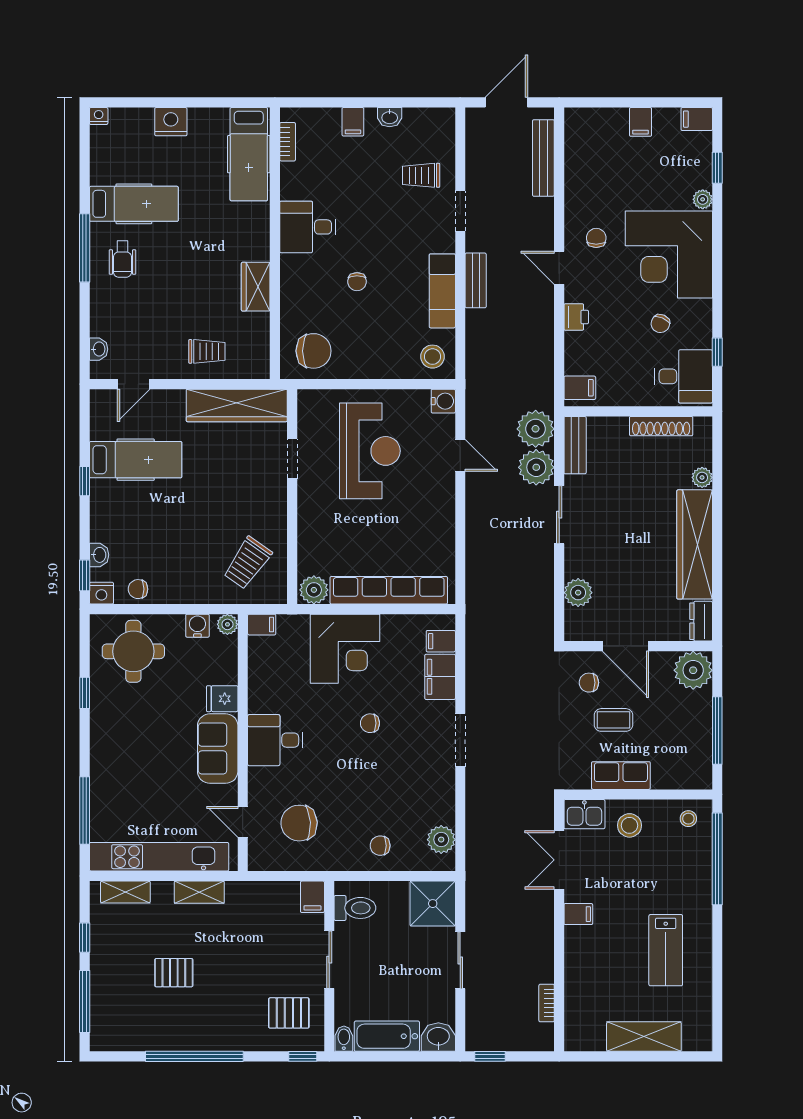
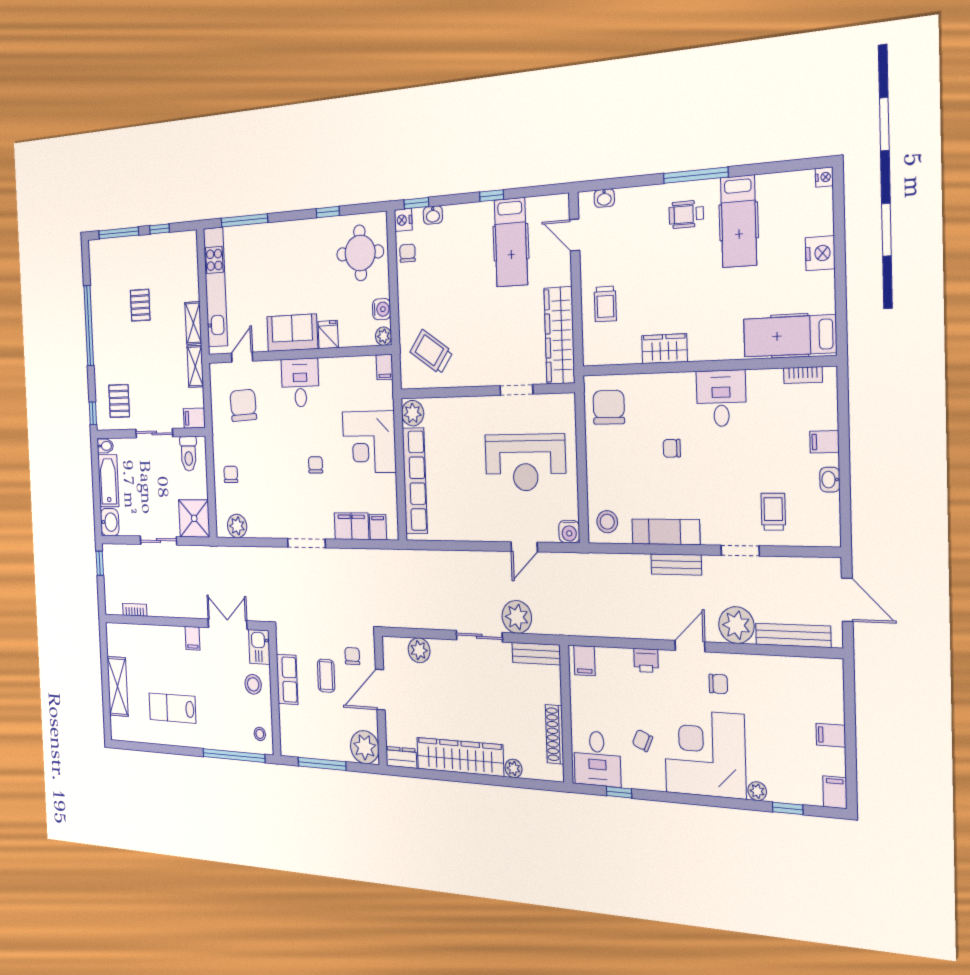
chair: (314, 351) -> (609, 407), turned 180
plant: (536, 429) -> (736, 625), moved
shelving: (125, 892) -> (195, 366), moved

